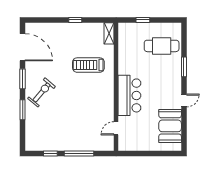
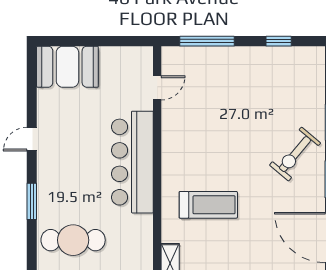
bar counter: (129, 95) -> (132, 162), width x1.36
booth: (170, 126) -> (67, 67), moved, turned 90
window: (79, 154) -> (207, 41), moved

